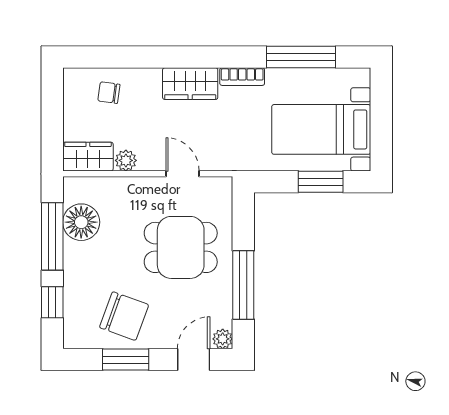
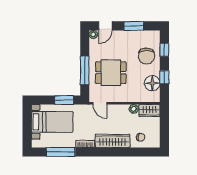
wardrobe: (190, 84) -> (113, 141), width x1.50
door: (182, 174) -> (100, 103), moved
window: (321, 182) -> (64, 100), moved
window: (52, 236) -> (164, 77), width x0.46
window: (243, 285) -> (85, 70), moved
chair: (124, 316) -> (147, 56), moved, turned -110

